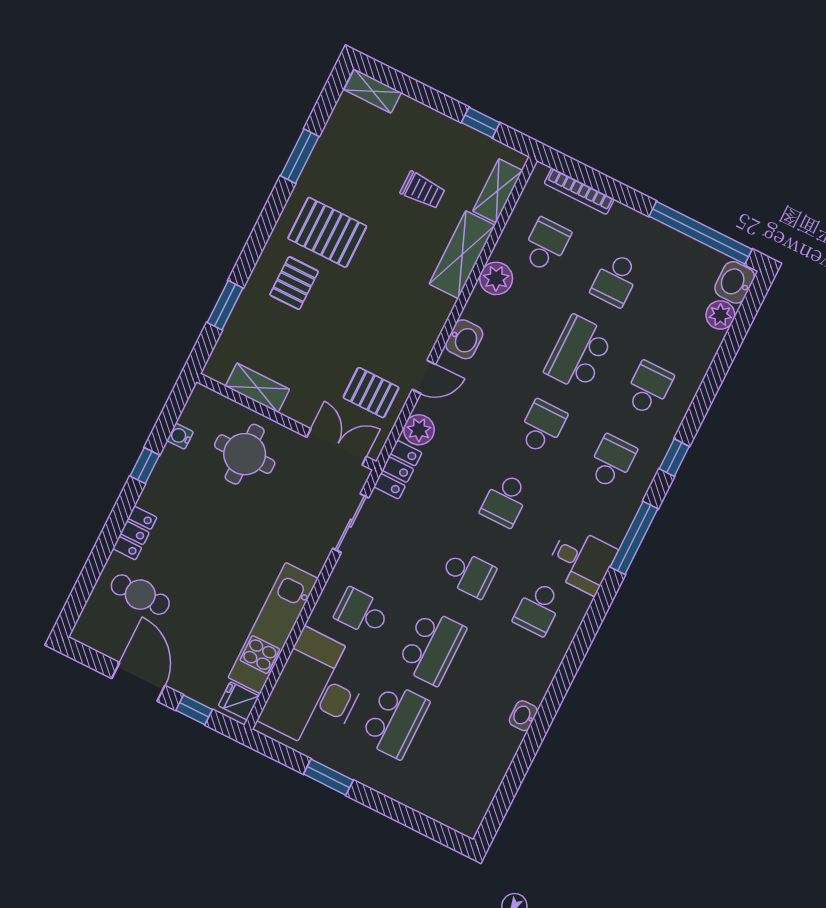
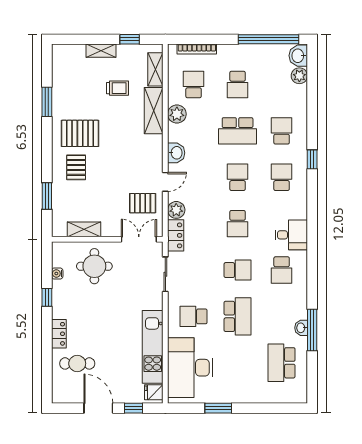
shelving: (373, 91) -> (101, 51), moved
school desk: (579, 353) -> (238, 131), turned -90
window: (634, 538) -> (312, 330), moved
school desk: (395, 721) -> (282, 363), moved, turned 180

